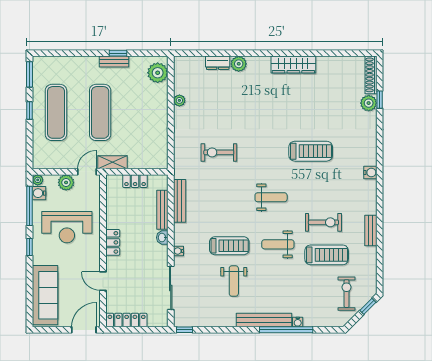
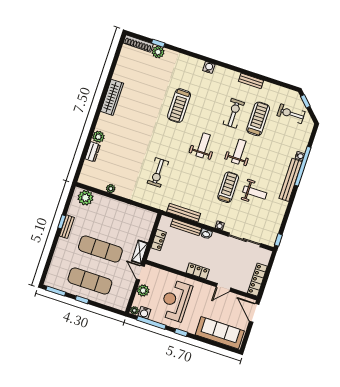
treadmill: (311, 151) -> (179, 106), turned 180
reception desk: (67, 227) -> (176, 301), turned 180
weight bench: (278, 244) -> (239, 152), turned 180

